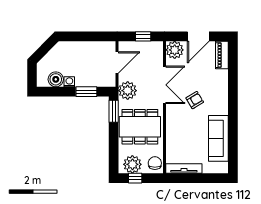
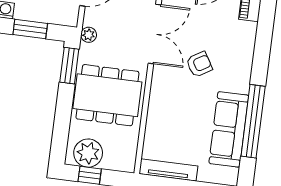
plant: (128, 91) -> (89, 35), width x0.53, depth x0.53
window: (233, 131) -> (253, 121), added
chair: (155, 163) -> (124, 156), removed

